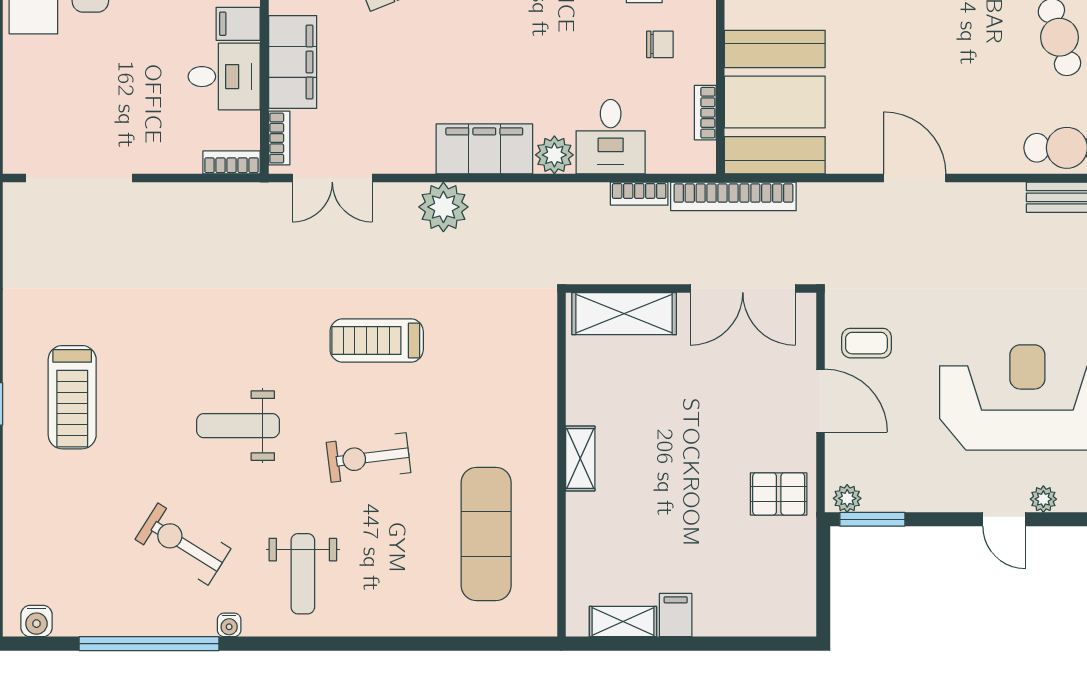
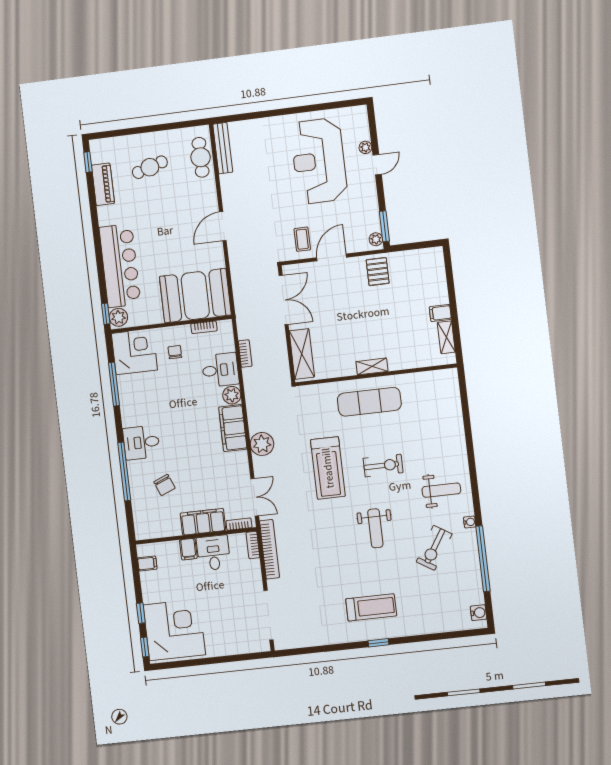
bookcase: (733, 196) -> (269, 549), moved
treadmill: (377, 341) -> (328, 468), width x1.37, depth x1.38
exercise bike: (369, 457) -> (383, 465), turned -83
exercise mat: (486, 534) -> (369, 402), moved

